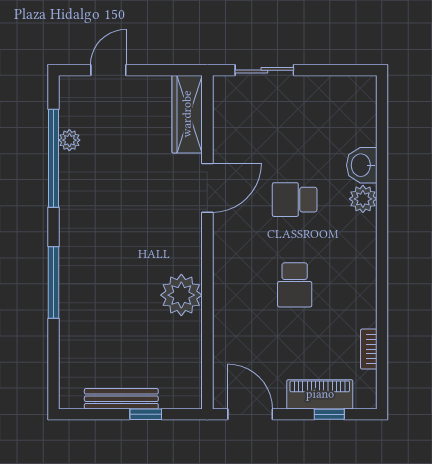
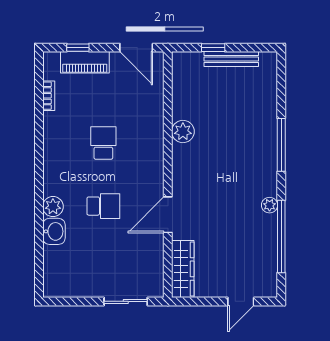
plant: (69, 140) -> (270, 205), moved
plant: (181, 295) -> (183, 132), width x0.73, depth x0.73

